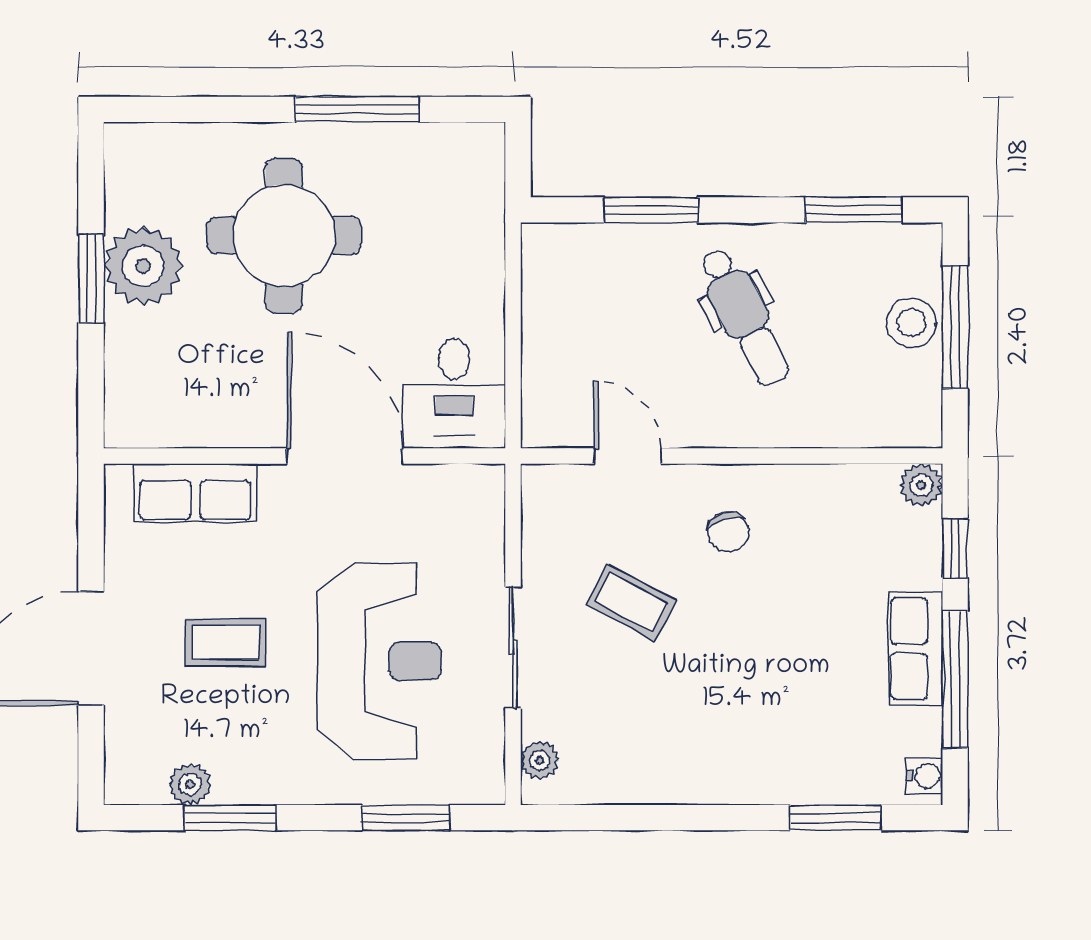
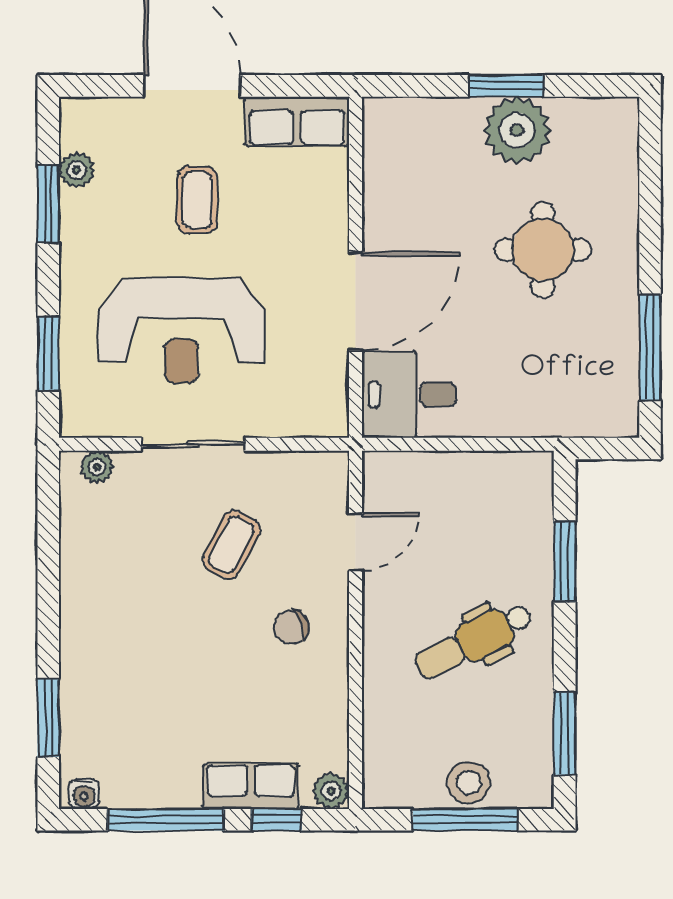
window: (357, 109) -> (650, 348), moved
round table: (284, 235) -> (543, 250), width x0.73, depth x0.73
row of seats: (195, 493) -> (297, 121), moved, turned -90
row of seats: (916, 649) -> (251, 786), moved

